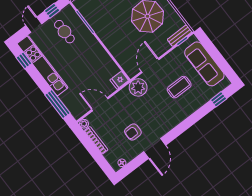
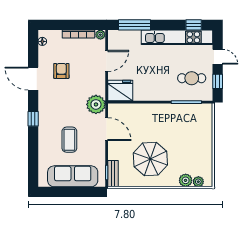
fridge: (119, 80) -> (120, 90), width x1.88, depth x1.34
window: (219, 99) -> (33, 119), moved

